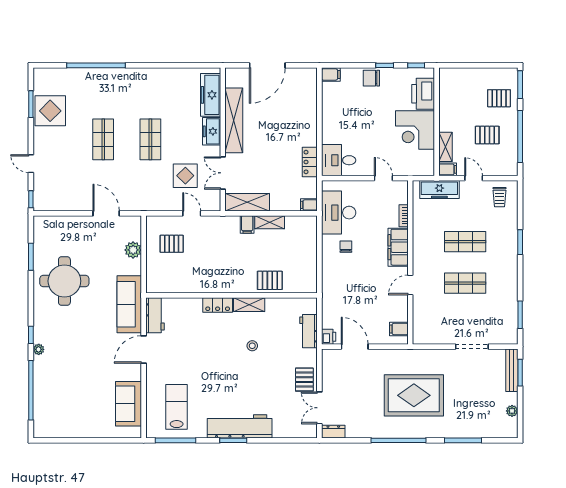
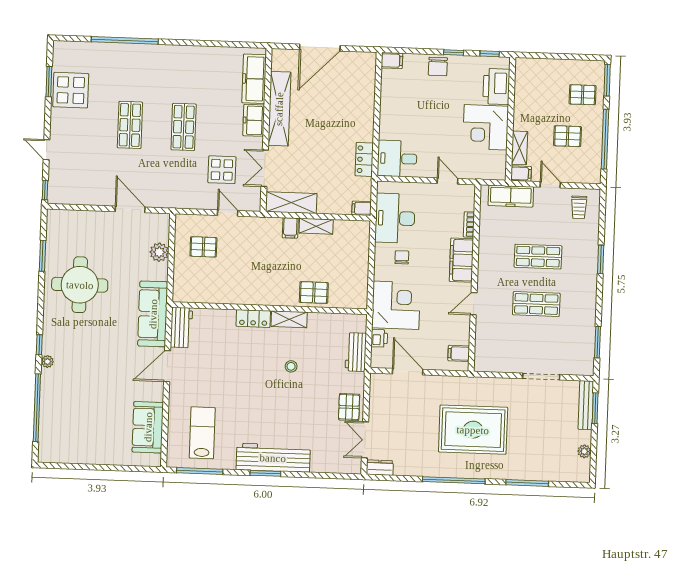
chair: (371, 78) -> (438, 66), turned -90
corner desk: (342, 289) -> (396, 305), added
printer: (329, 337) -> (379, 338), moved

